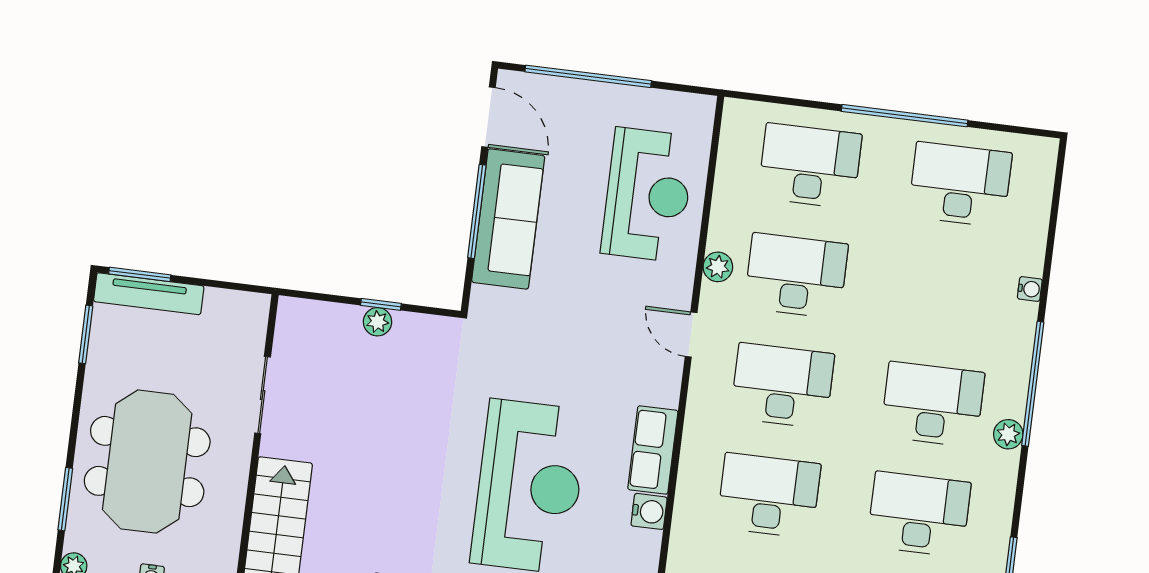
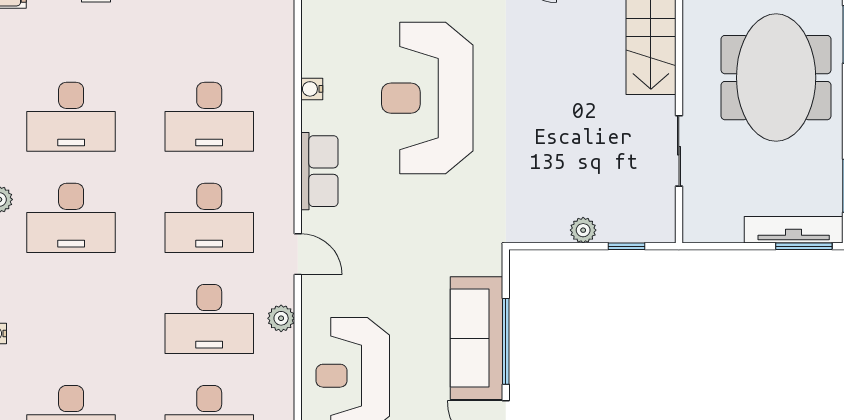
window: (381, 304) -> (627, 246), moved
row of seats: (653, 450) -> (319, 171), moved
water cooler: (649, 511) -> (312, 89), width x0.72, depth x0.72

